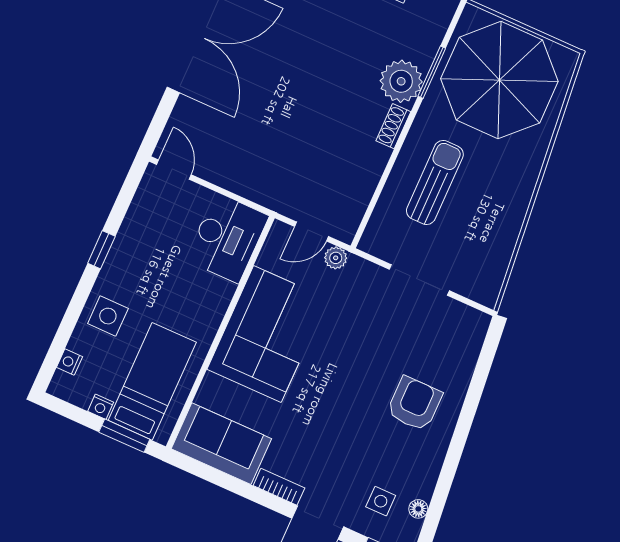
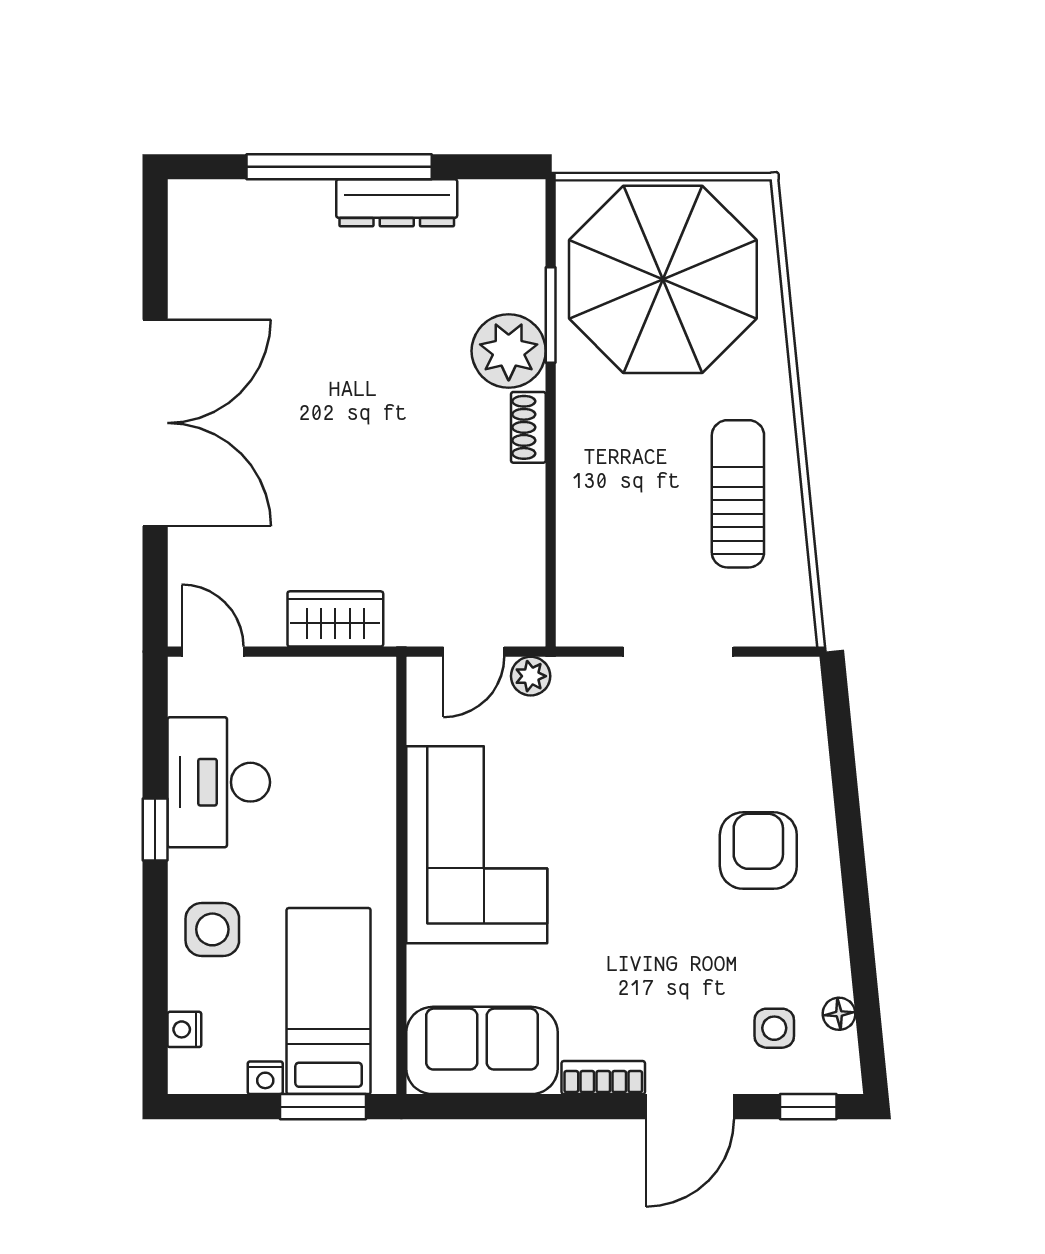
wardrobe: (246, 181) -> (335, 619), added
sun lounger: (435, 183) -> (738, 494), moved
desk: (227, 238) -> (219, 782), moved, turned 180

